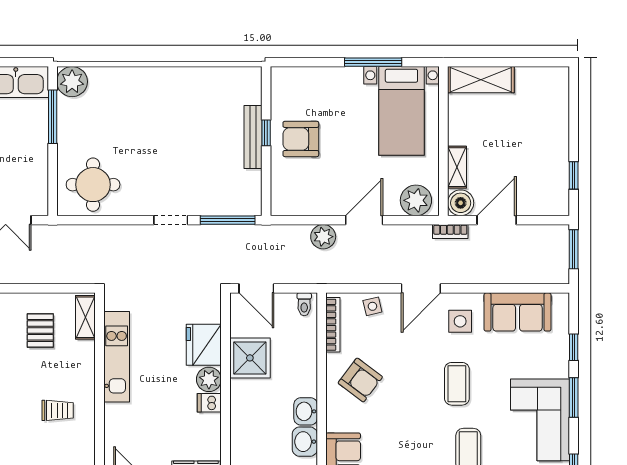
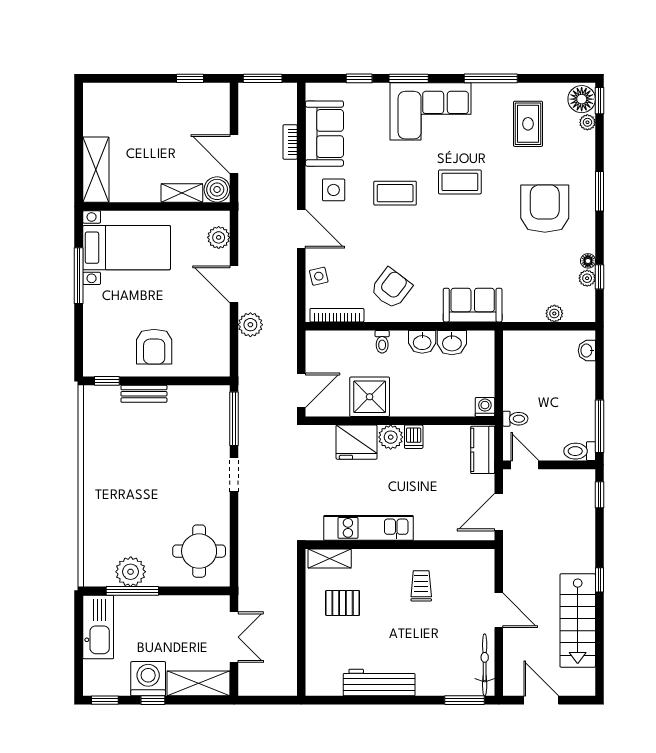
plant: (72, 82) -> (131, 572), moved
window: (266, 133) -> (107, 381), moved
bench: (253, 137) -> (144, 394), width x0.73
plant: (416, 200) -> (219, 237), width x0.73, depth x0.73
bookcase: (450, 231) -> (290, 142), moved, turned 180
toilet: (304, 304) -> (382, 342), moved, turned 90

